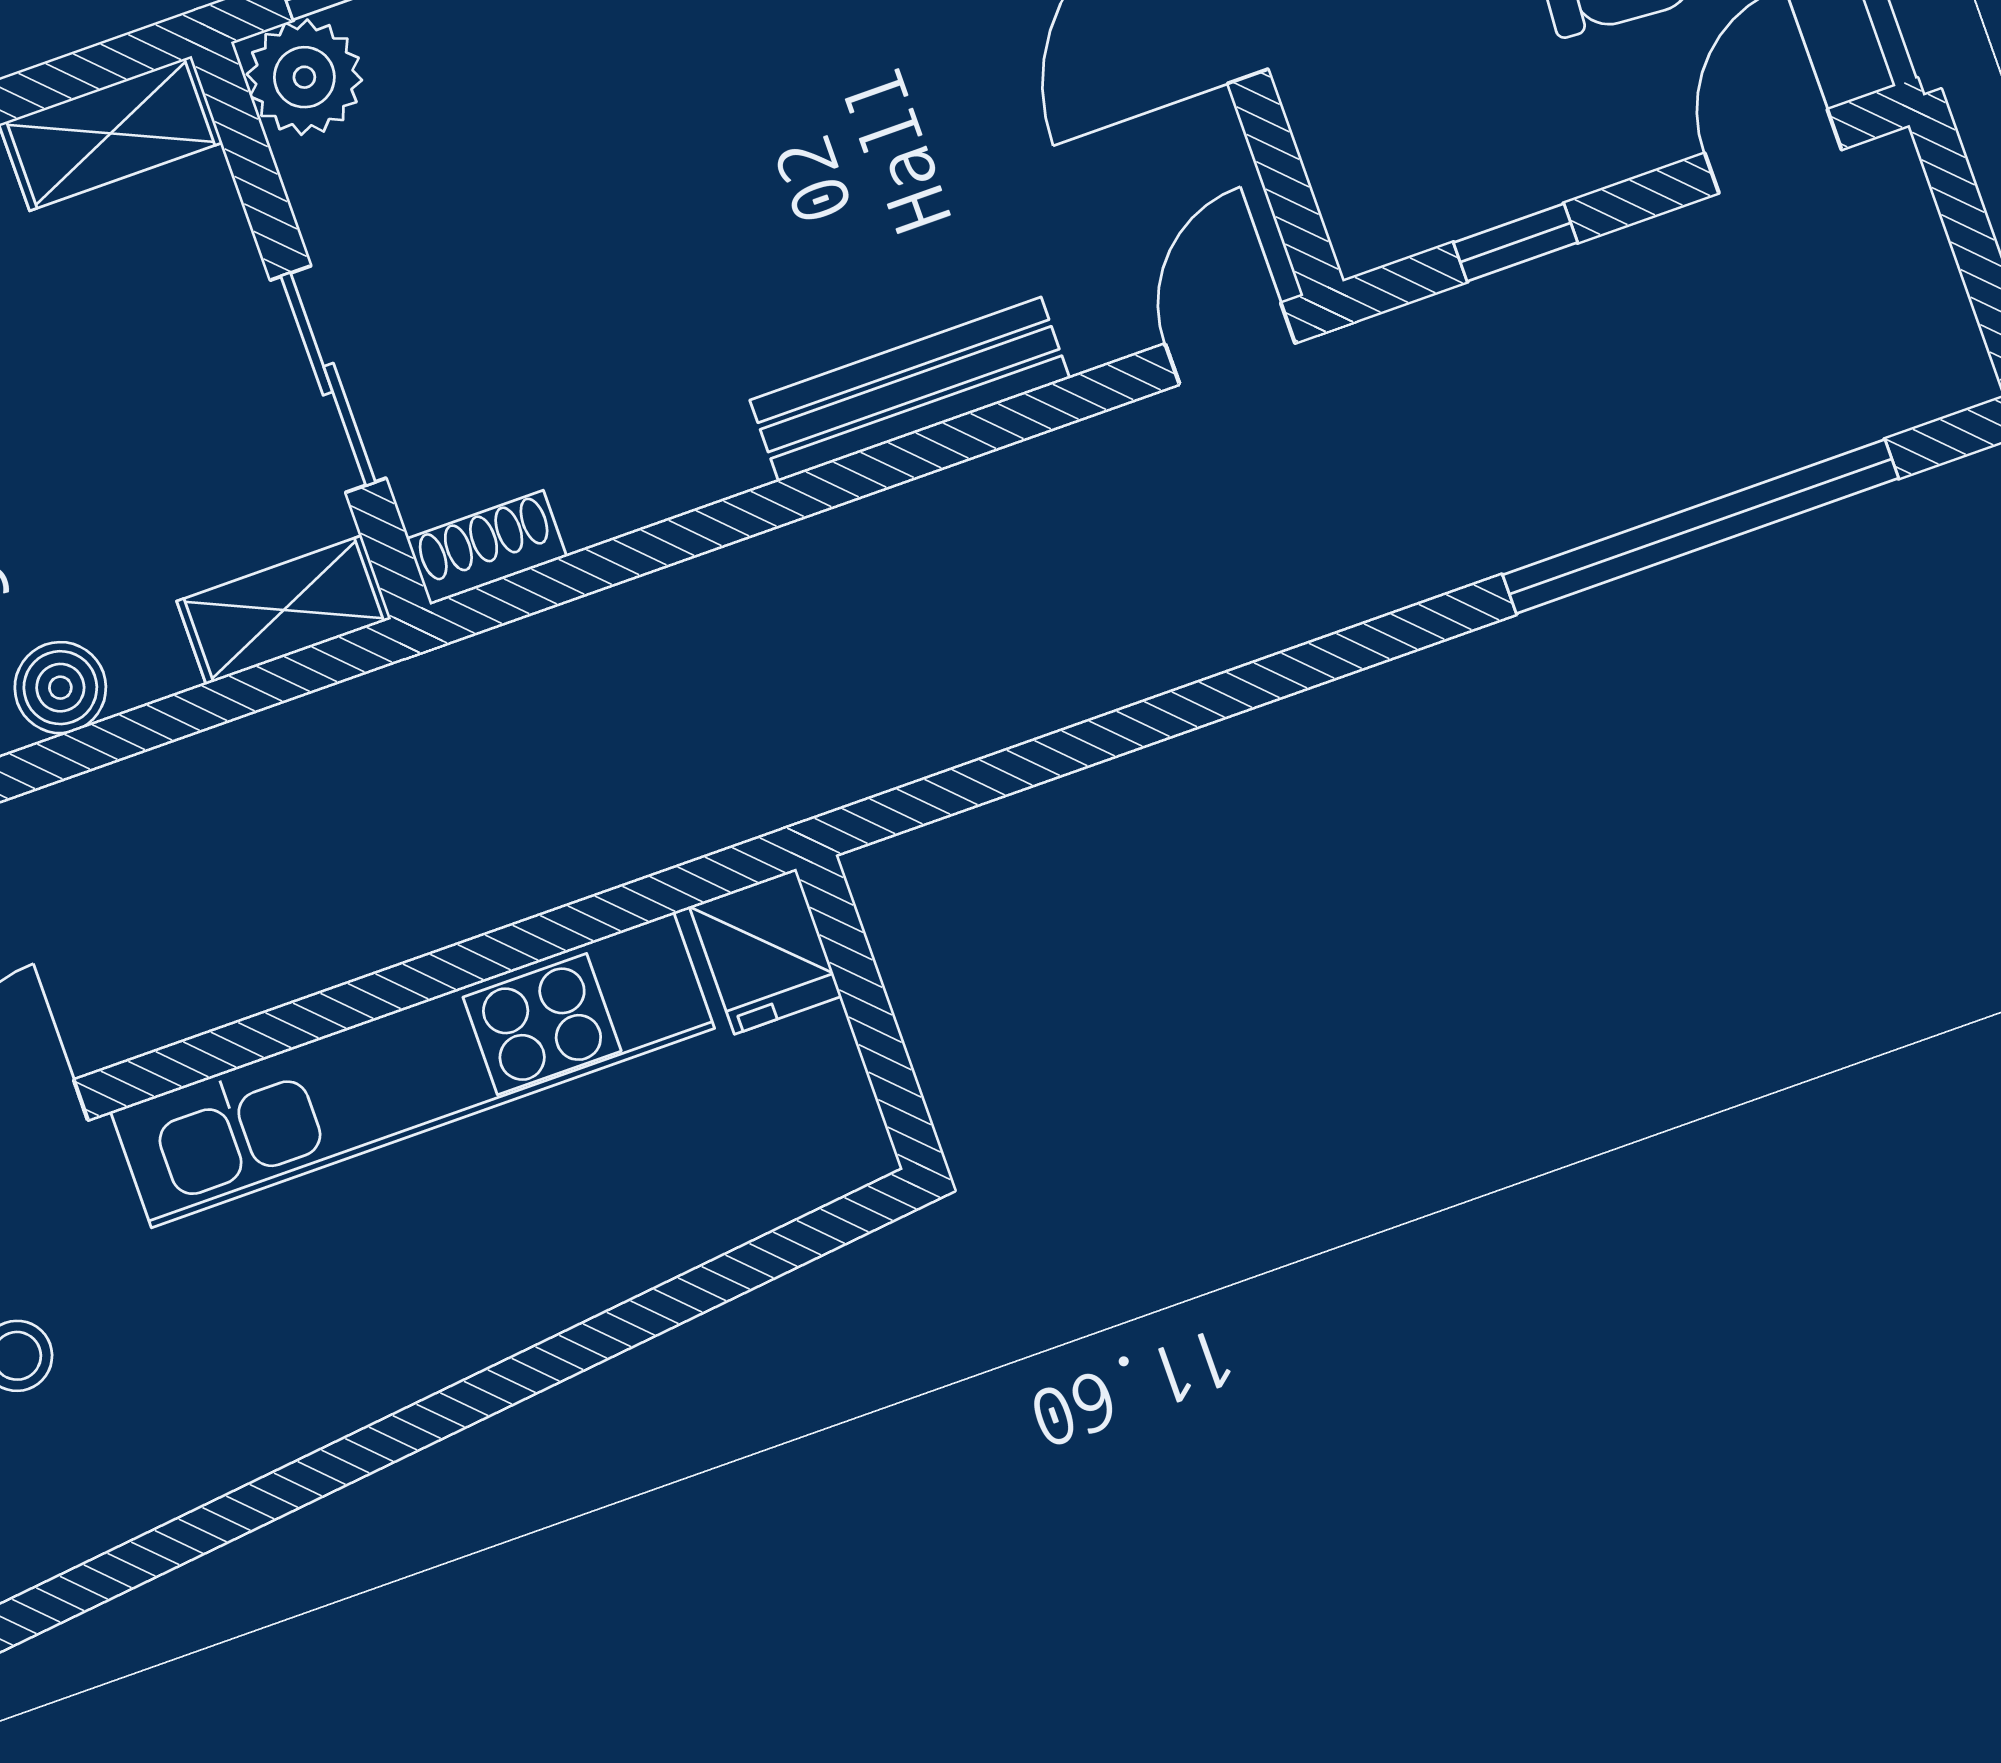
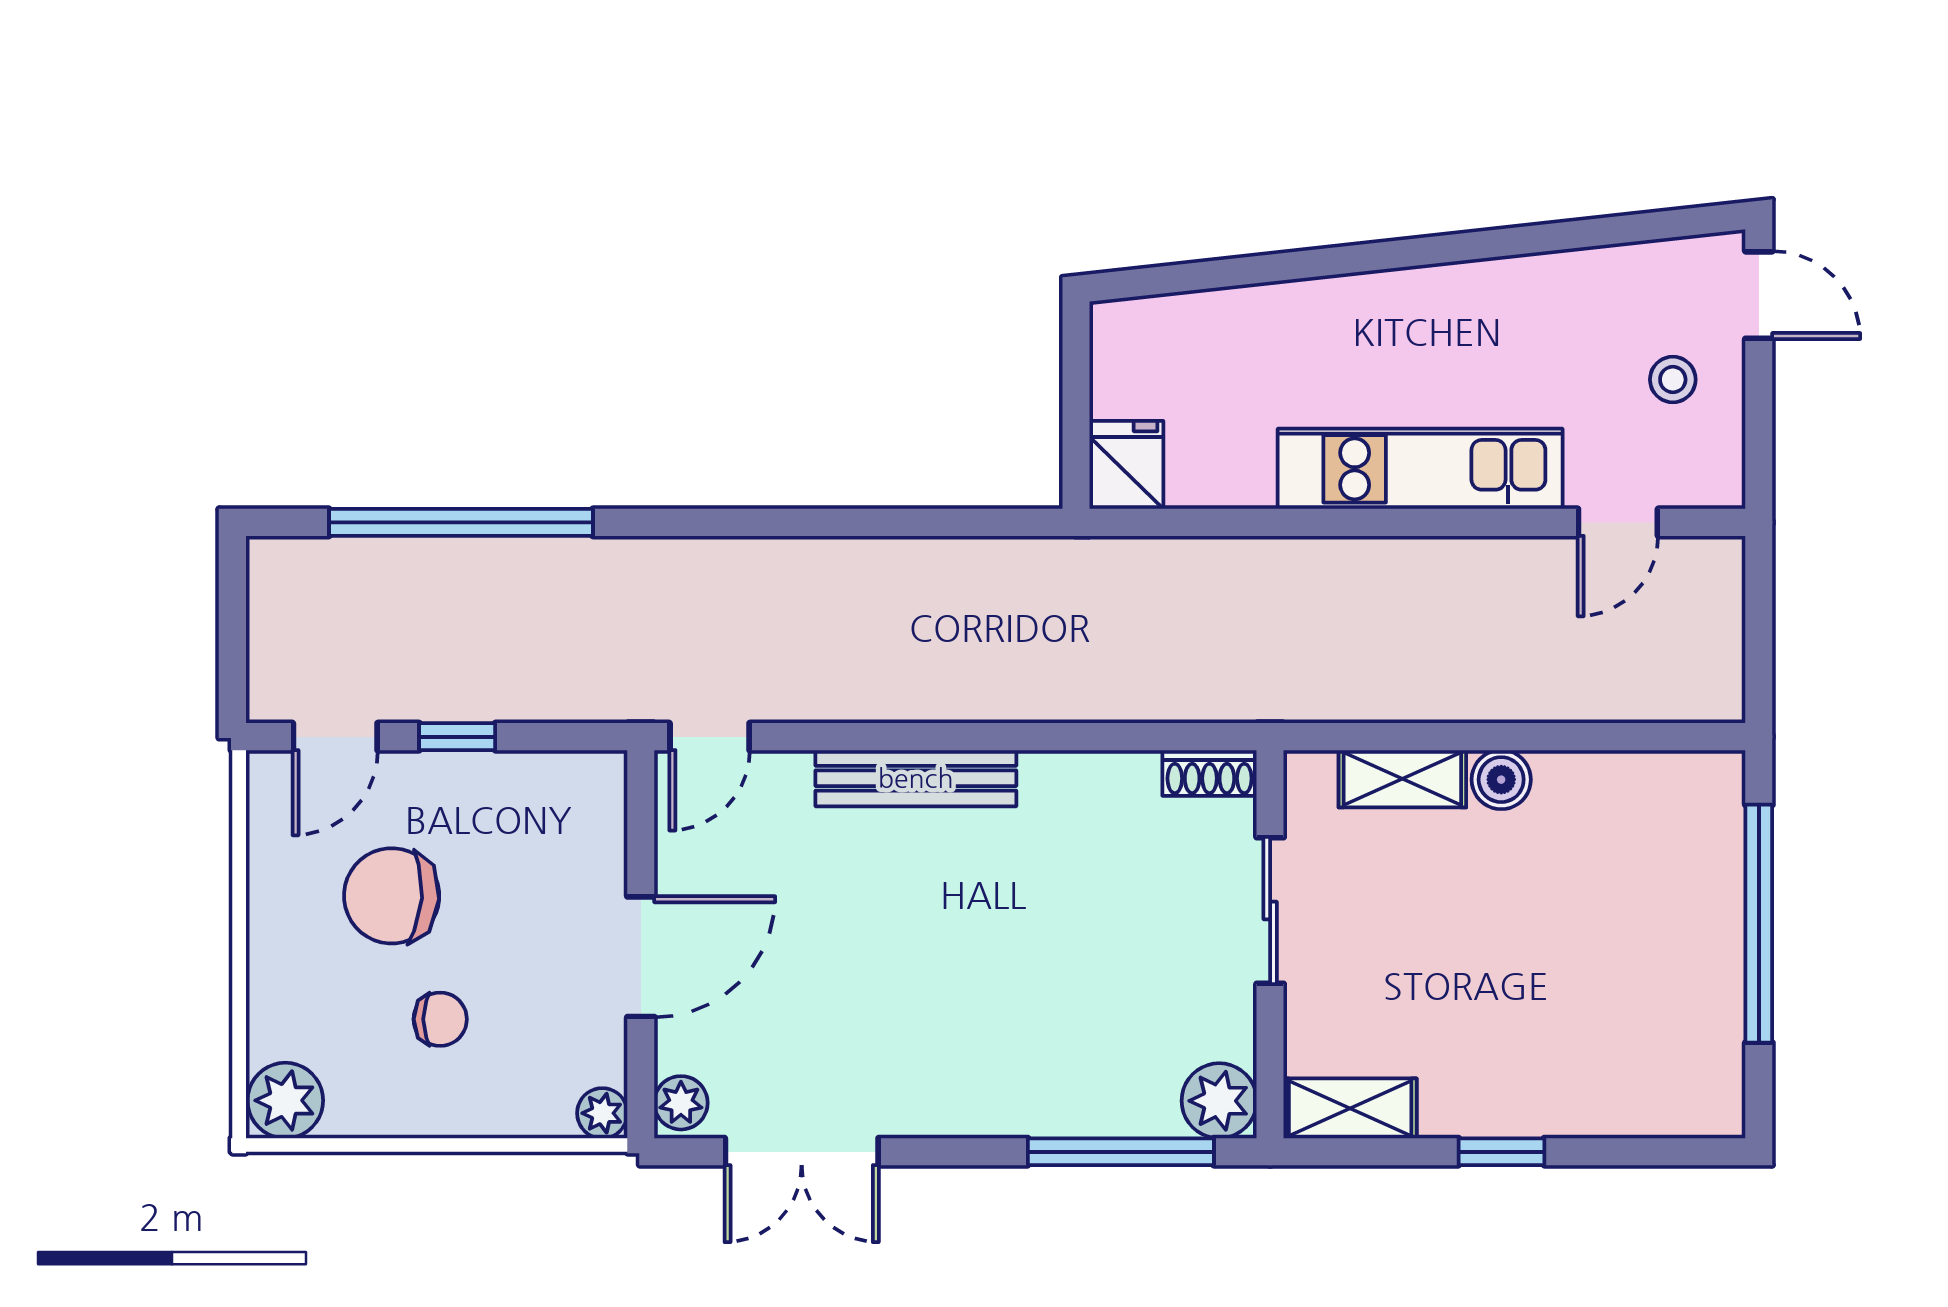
window: (1515, 242) -> (457, 737), moved
shelving: (284, 610) -> (1402, 779), moved
kitchen unit: (412, 1070) -> (1420, 469), width x0.73

